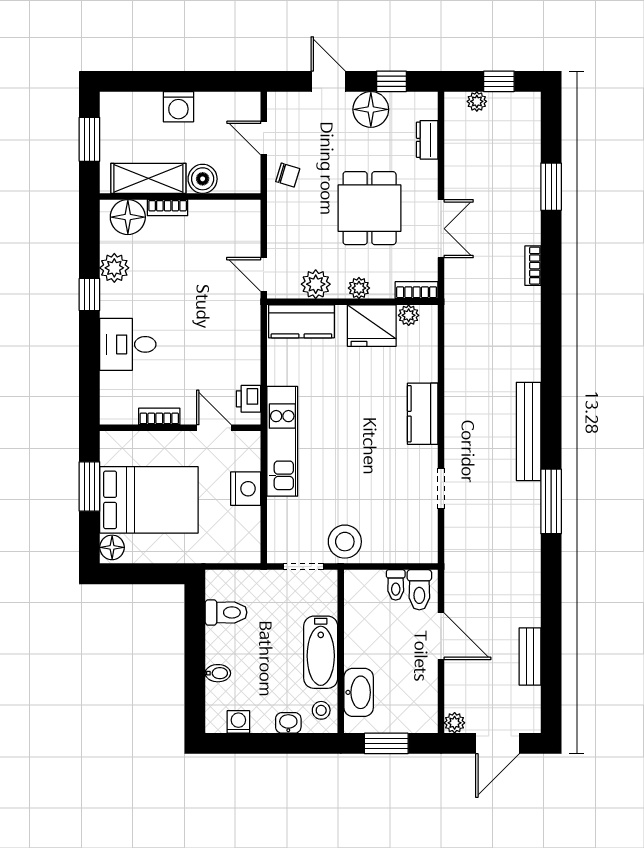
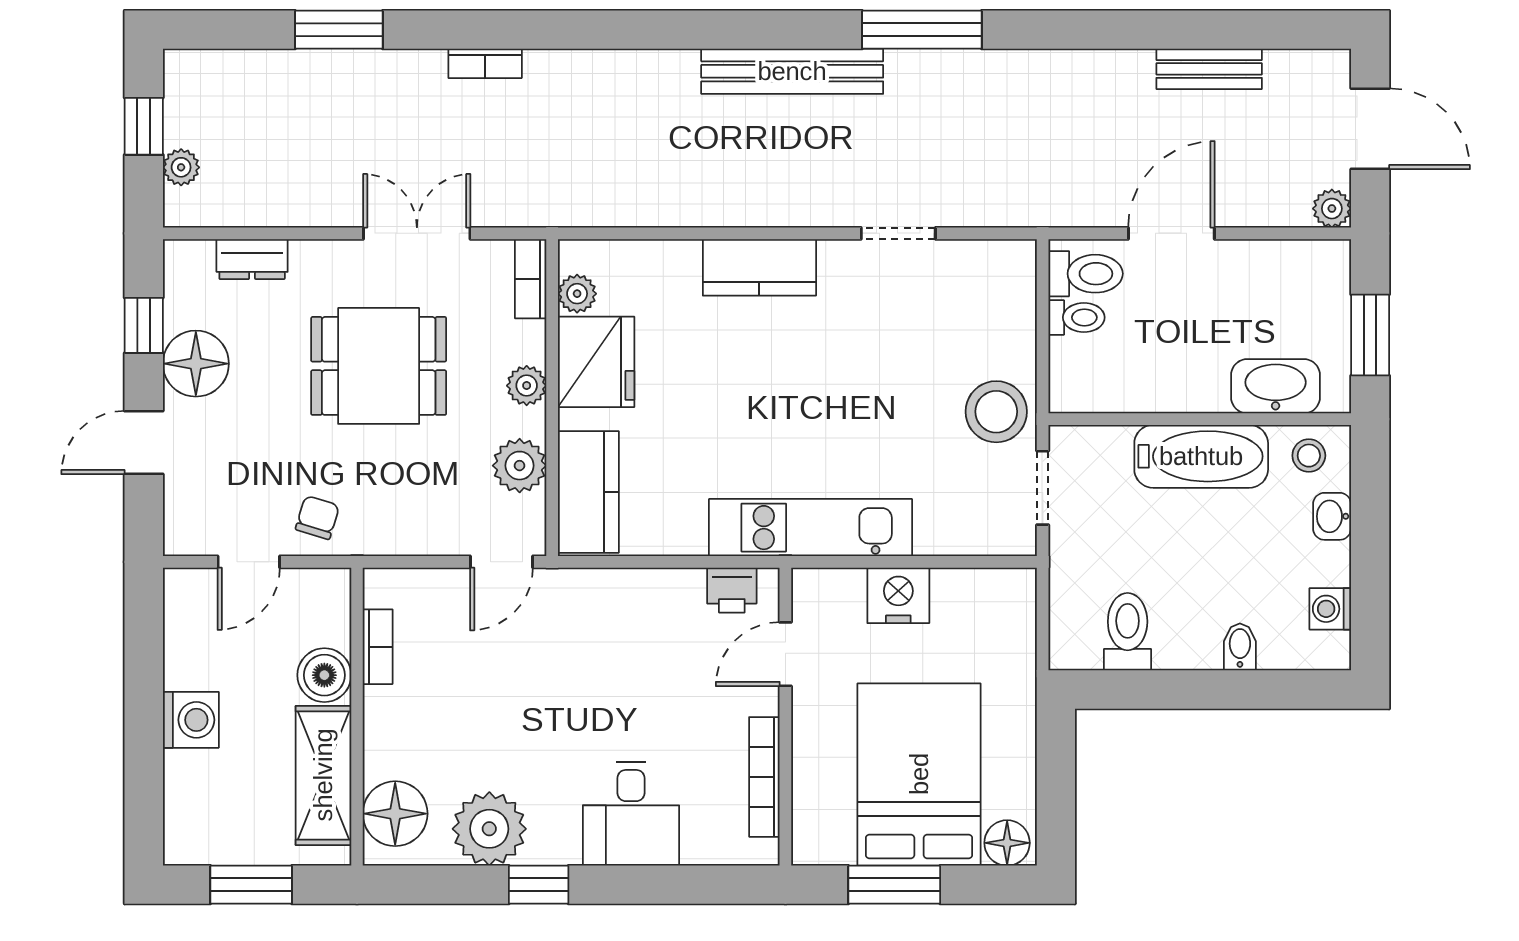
bookcase: (168, 208) -> (378, 647), moved
plant: (114, 268) -> (489, 829), width x1.36, depth x1.36
bookcase: (159, 416) -> (764, 777), width x1.56

